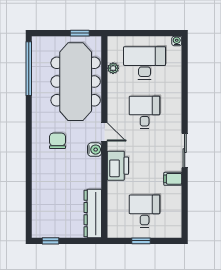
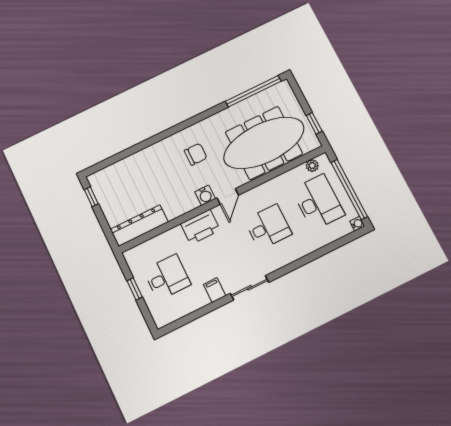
window: (147, 33) -> (349, 190), added
plant: (113, 68) -> (312, 166), moved

